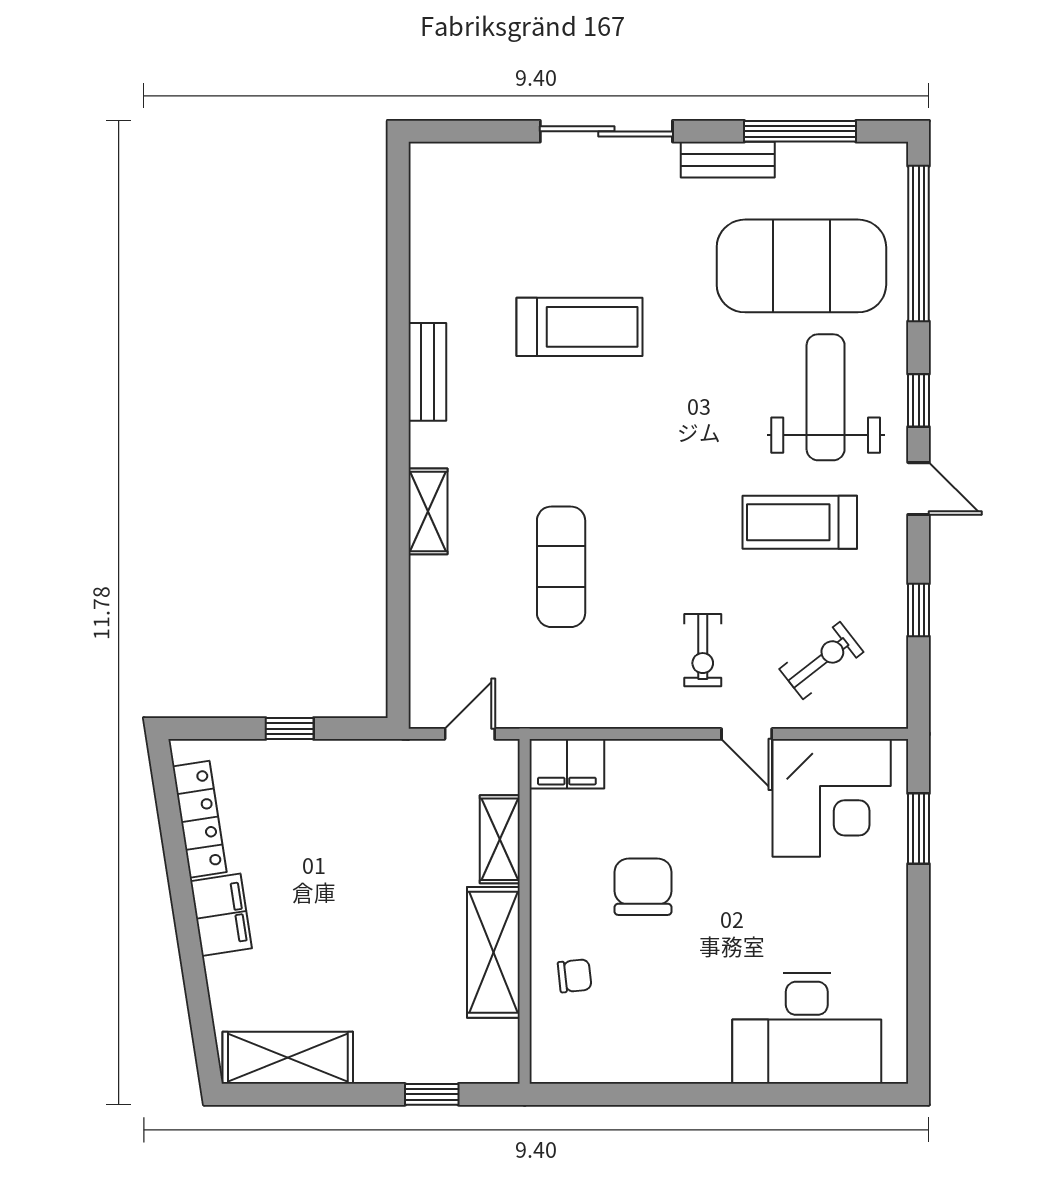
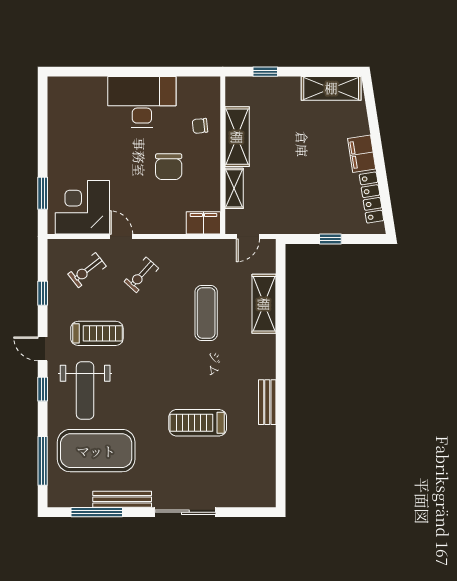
bench: (728, 160) -> (122, 499), width x1.36
window: (919, 244) -> (43, 461), width x0.68
shelving: (428, 511) -> (264, 304), moved, width x1.50, depth x1.33
exercise bike: (703, 650) -> (141, 275), turned -138
desk: (807, 1028) -> (142, 102), moved

